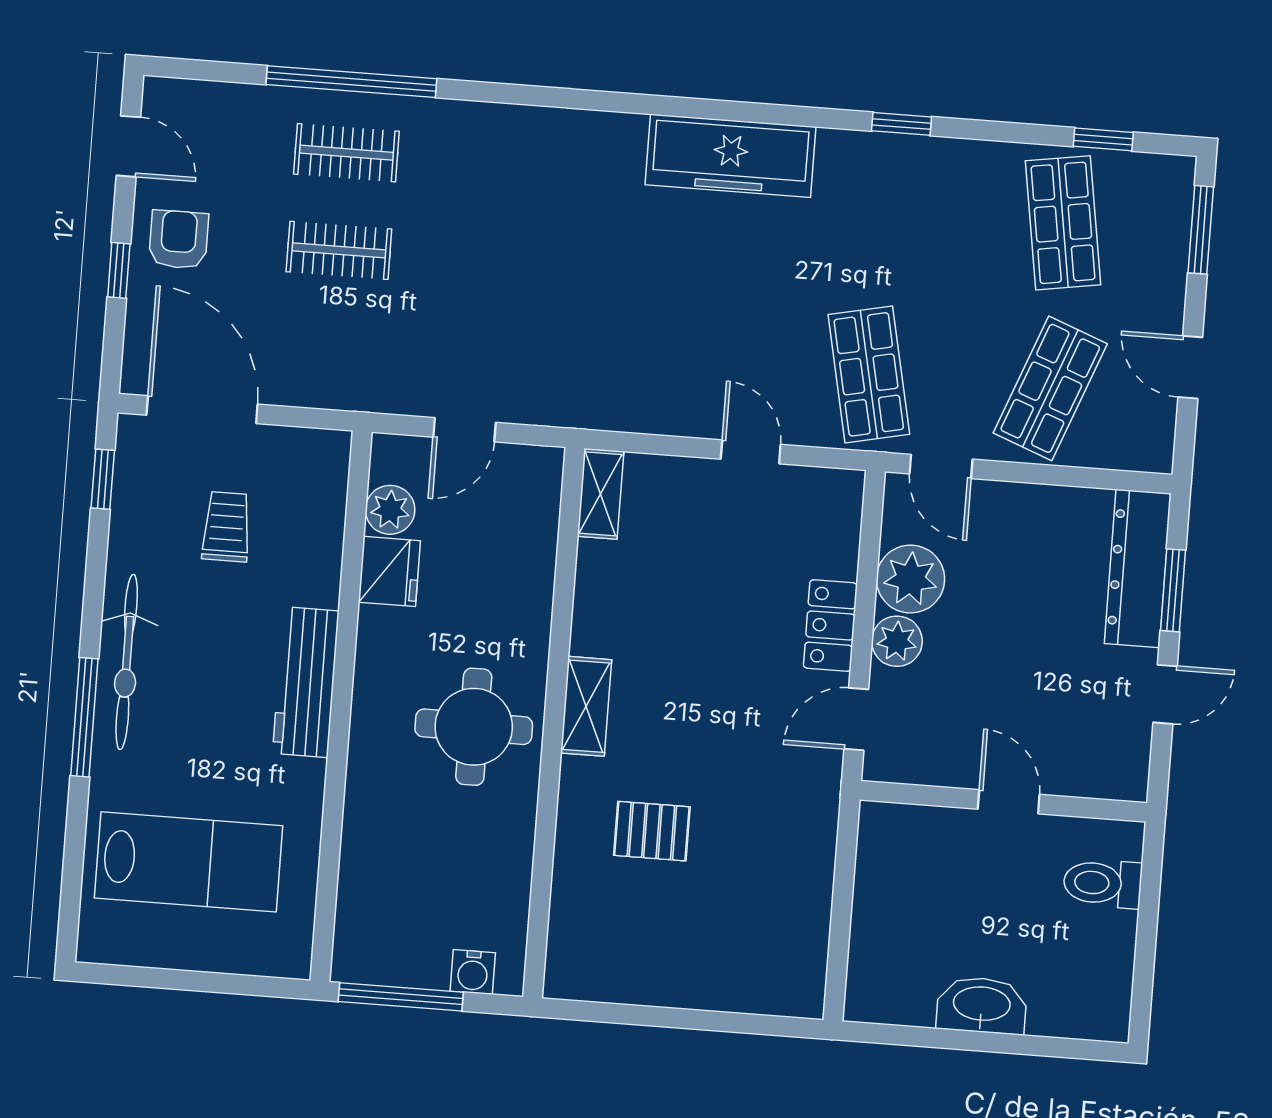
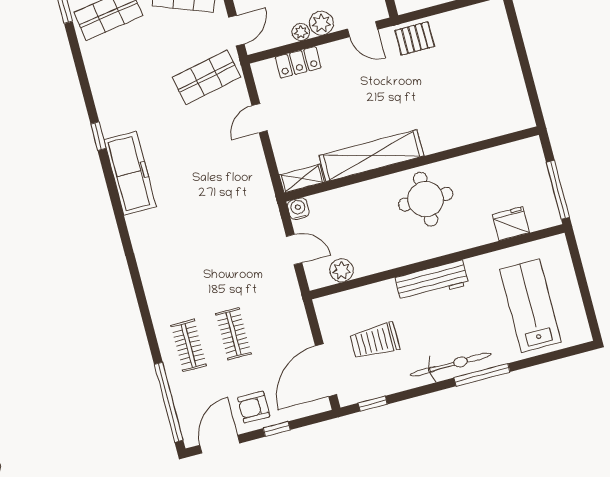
window: (351, 82) -> (169, 402), moved
window: (902, 124) -> (98, 136), moved
door: (128, 146) -> (220, 444), width x1.38
trolley: (227, 527) -> (375, 341), width x1.36, depth x1.39
fridge: (389, 571) -> (511, 224), moved
plant: (910, 579) -> (301, 32), width x0.53, depth x0.53
locker: (830, 625) -> (298, 62), moved
shelving: (586, 706) -> (371, 156), width x2.20, depth x1.33
pallet: (652, 831) -> (415, 38), moved, turned 90
water cooler: (473, 972) -> (298, 209), moved, turned -90

